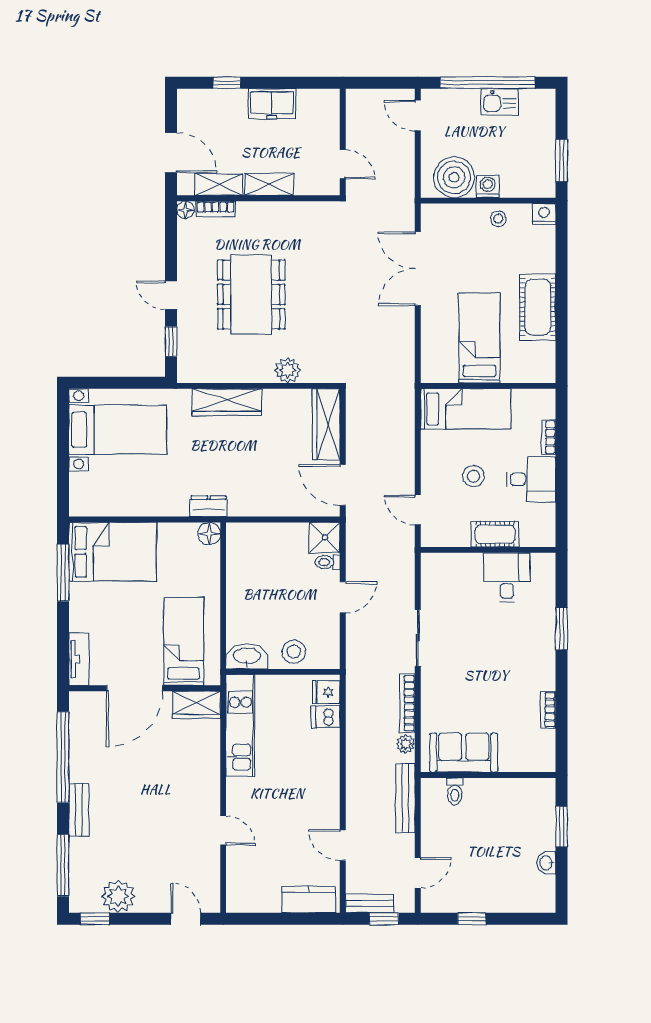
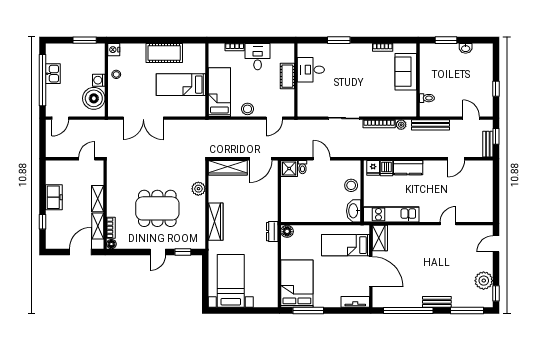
stool: (473, 476) -> (248, 109), moved
sofa: (464, 753) -> (406, 72), moved
kitchen counter: (309, 899) -> (408, 168), moved, turned -90

